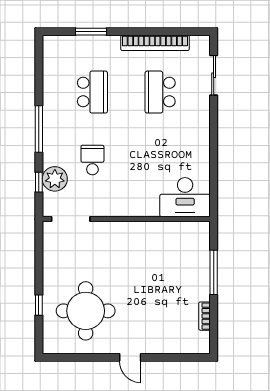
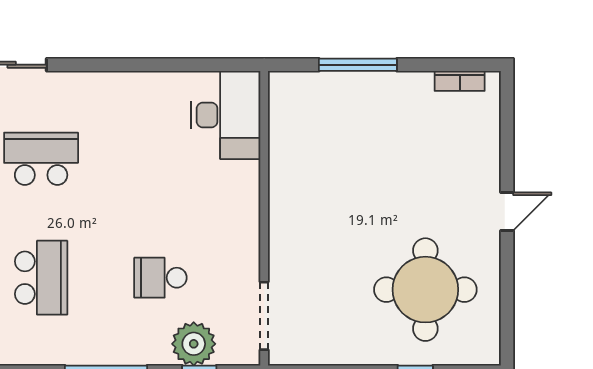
school desk: (92, 92) -> (41, 278), turned 90
school desk: (160, 92) -> (41, 159), turned 180
bookcase: (204, 316) -> (460, 81), moved

